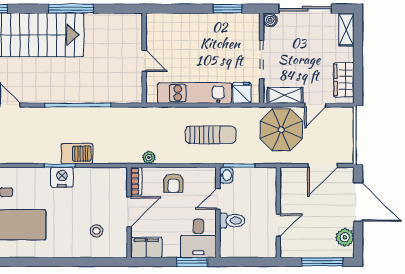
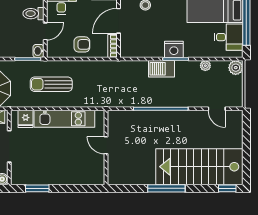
plant: (149, 157) -> (205, 66), moved
armchair: (173, 183) -> (82, 44), turned 90

